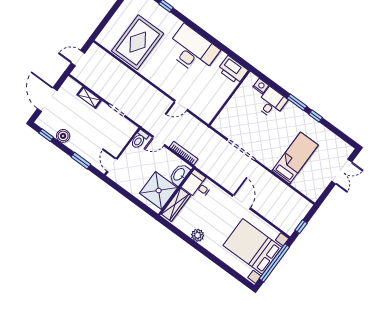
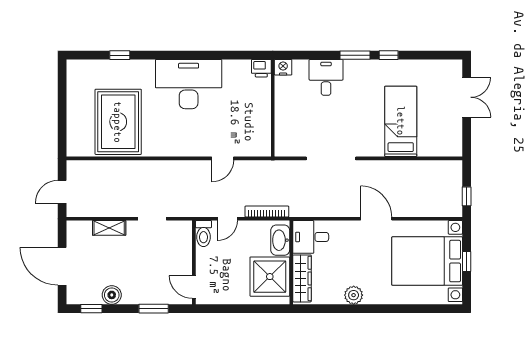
printer: (233, 70) -> (261, 68), width x0.53, depth x0.68
nightstand: (261, 86) -> (283, 67), moved
window: (274, 263) -> (467, 261), width x0.32

